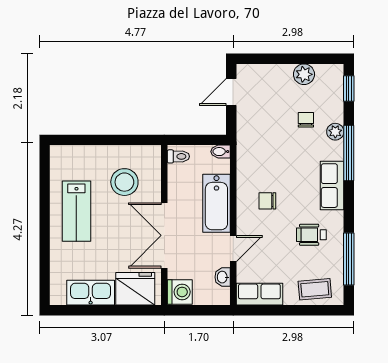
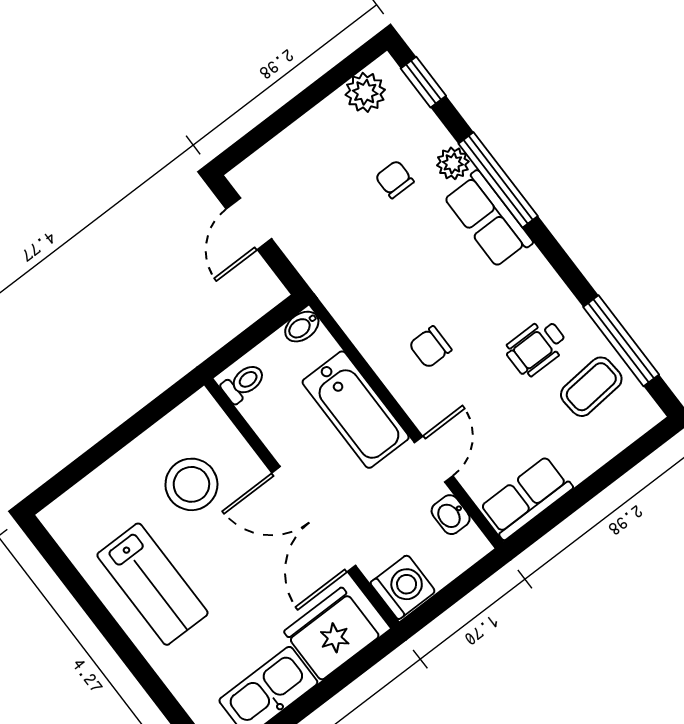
plant: (304, 74) -> (365, 92), moved
row of seats: (332, 186) -> (488, 219), moved
coffee table: (315, 289) -> (591, 387), moved

